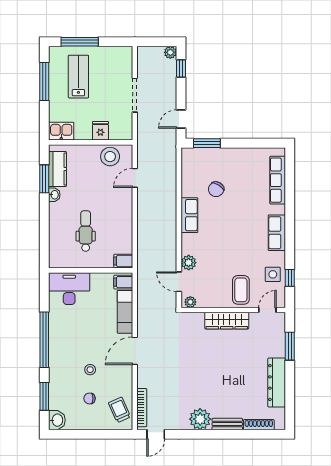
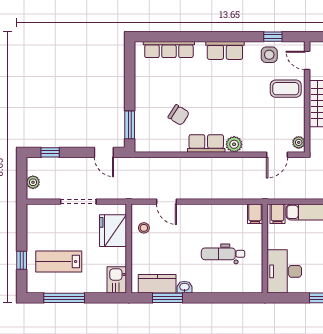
window: (80, 42) -> (22, 260), width x0.46
plant: (170, 52) -> (33, 182), moved
fridge: (100, 131) -> (113, 231), width x1.88, depth x1.34
stool: (110, 157) -> (144, 228), width x0.53, depth x0.53
plant: (189, 263) -> (234, 144), moved

